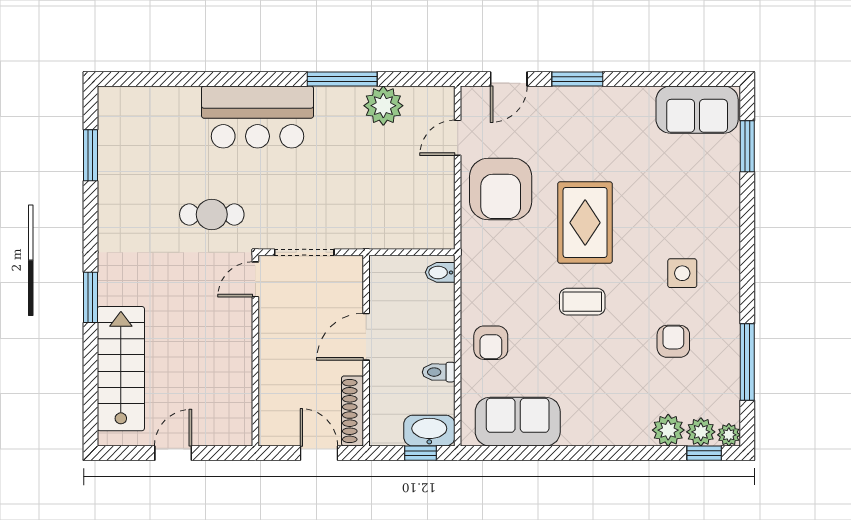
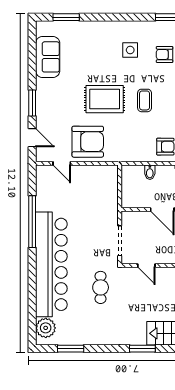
window: (342, 79) -> (32, 222), width x1.46
plant: (383, 106) -> (46, 328), moved
sofa: (697, 110) -> (48, 57), moved
bar counter: (257, 117) -> (51, 264), width x1.86
bidet: (440, 272) -> (150, 172), moved
door: (255, 279) -> (146, 265), moved

